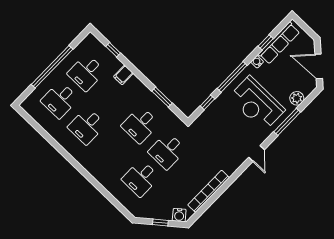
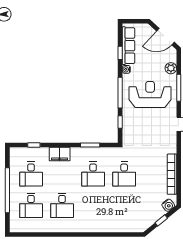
filing cabinet: (123, 75) -> (60, 154), width x2.00
reception desk: (257, 104) -> (150, 94), turned 180
desk: (141, 178) -> (124, 206), removed

